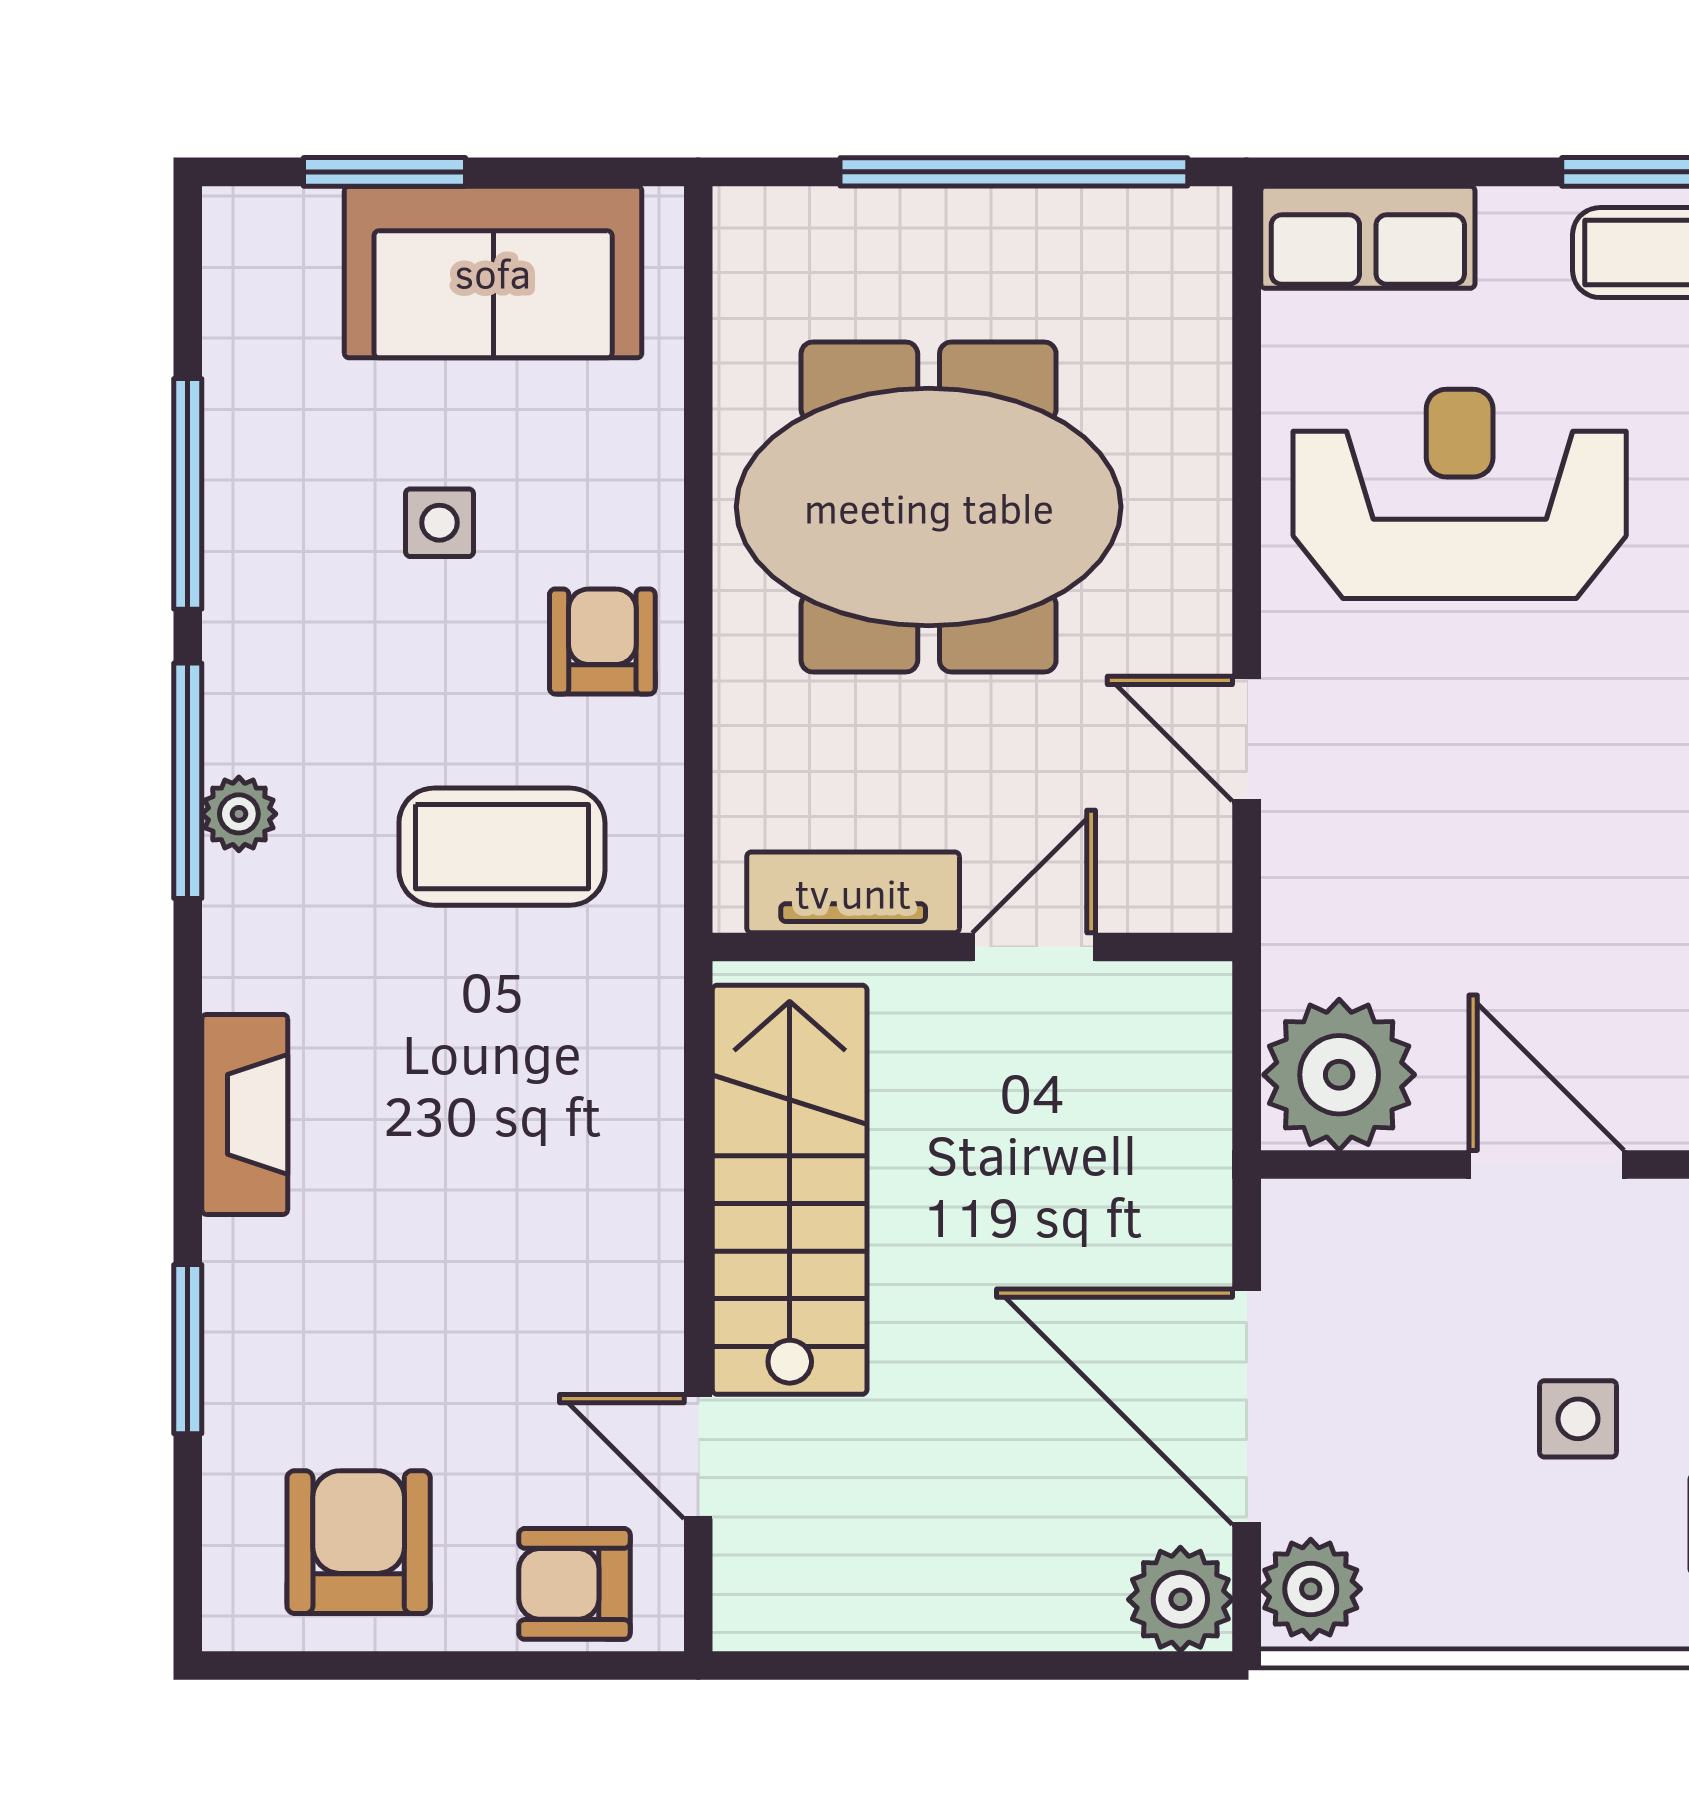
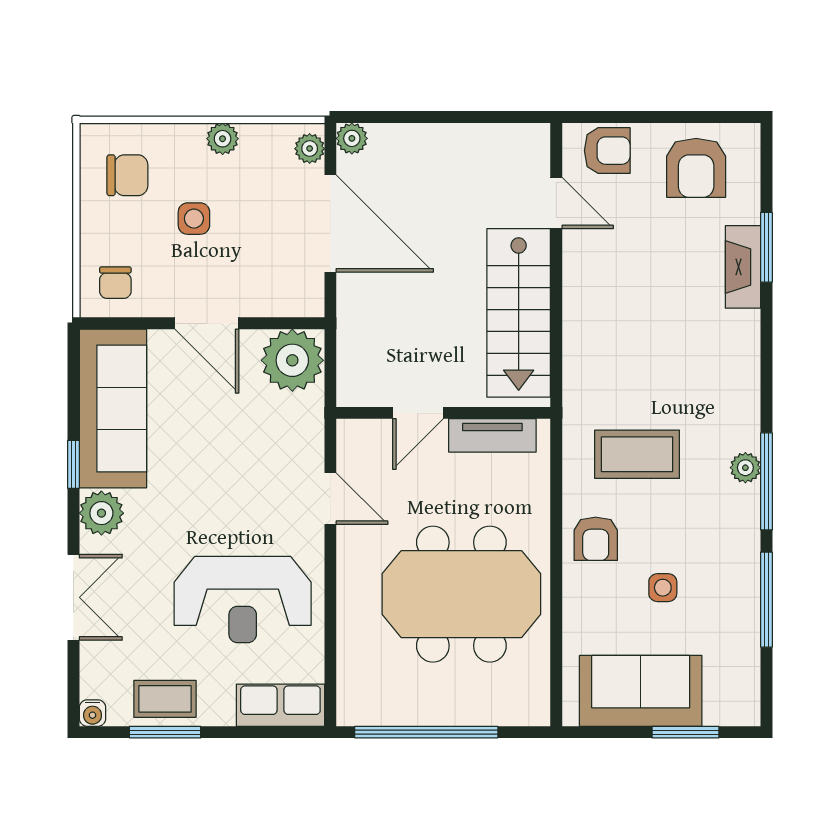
fireplace: (245, 1114) -> (743, 267), moved
plant: (1311, 1589) -> (310, 149), width x0.73, depth x0.73
plant: (1180, 1599) -> (352, 138), width x0.73, depth x0.73
plant: (1509, 1613) -> (223, 139), added

